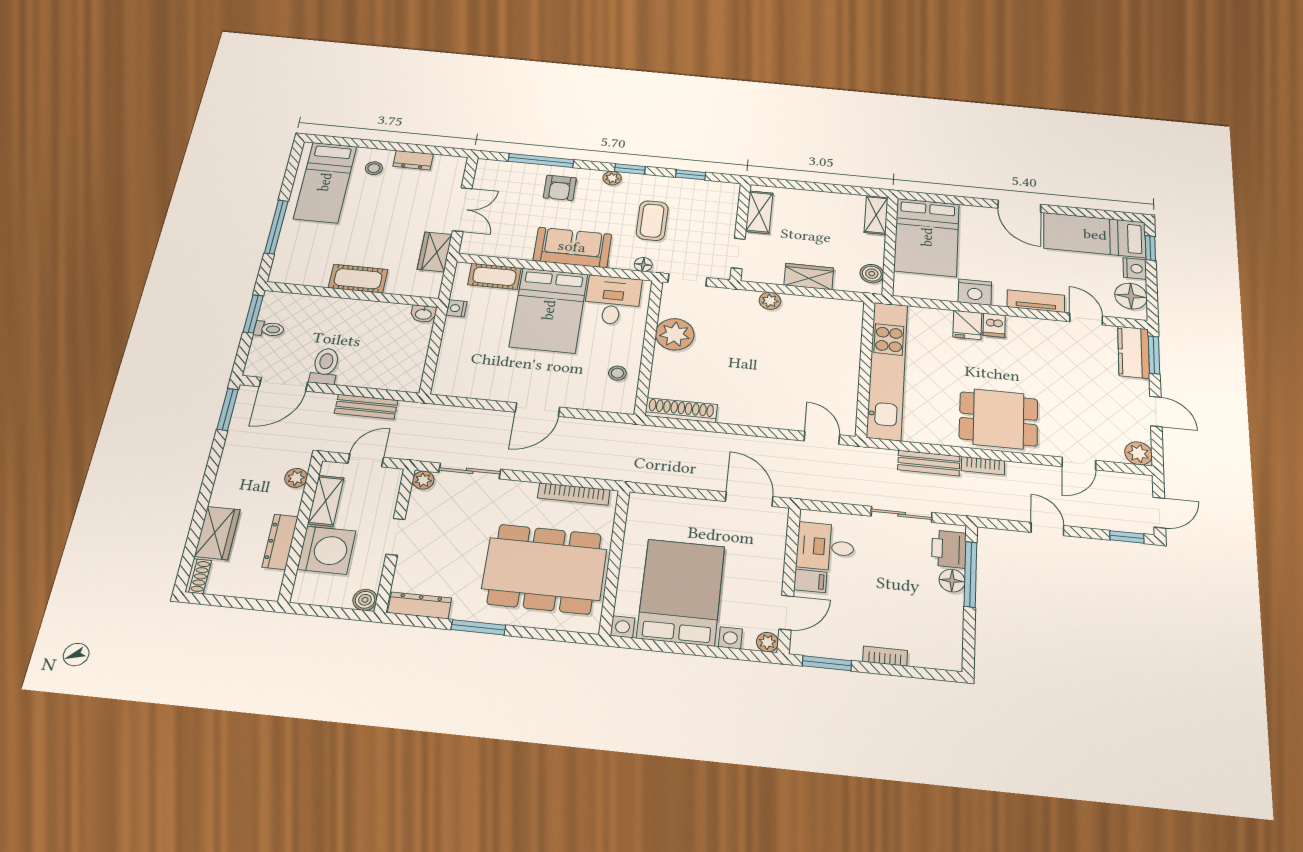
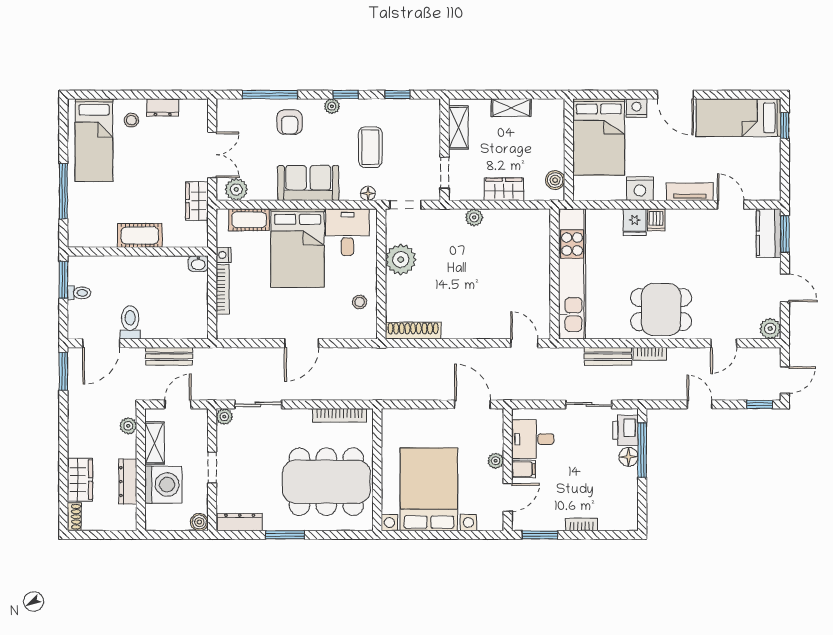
shelving: (876, 215) -> (511, 108), moved, turned 90
plant: (485, 245) -> (236, 189), added
nightstand: (1135, 268) -> (636, 108), moved, turned -90
floor lamp: (1131, 296) -> (768, 177), removed
bookcase: (448, 343) -> (223, 289), added
plant: (767, 642) -> (496, 461), moved

